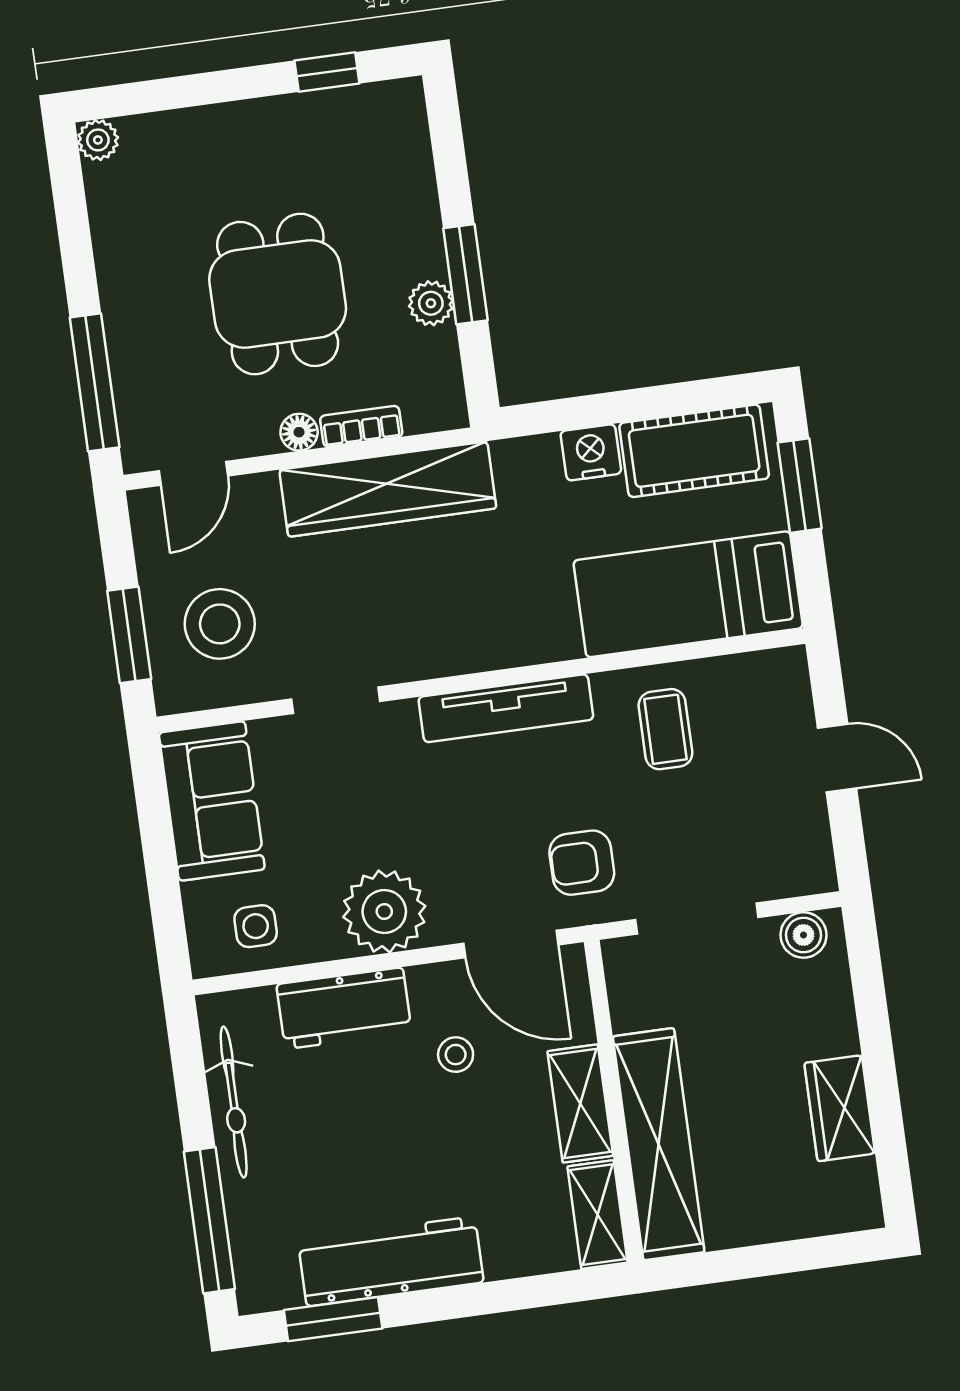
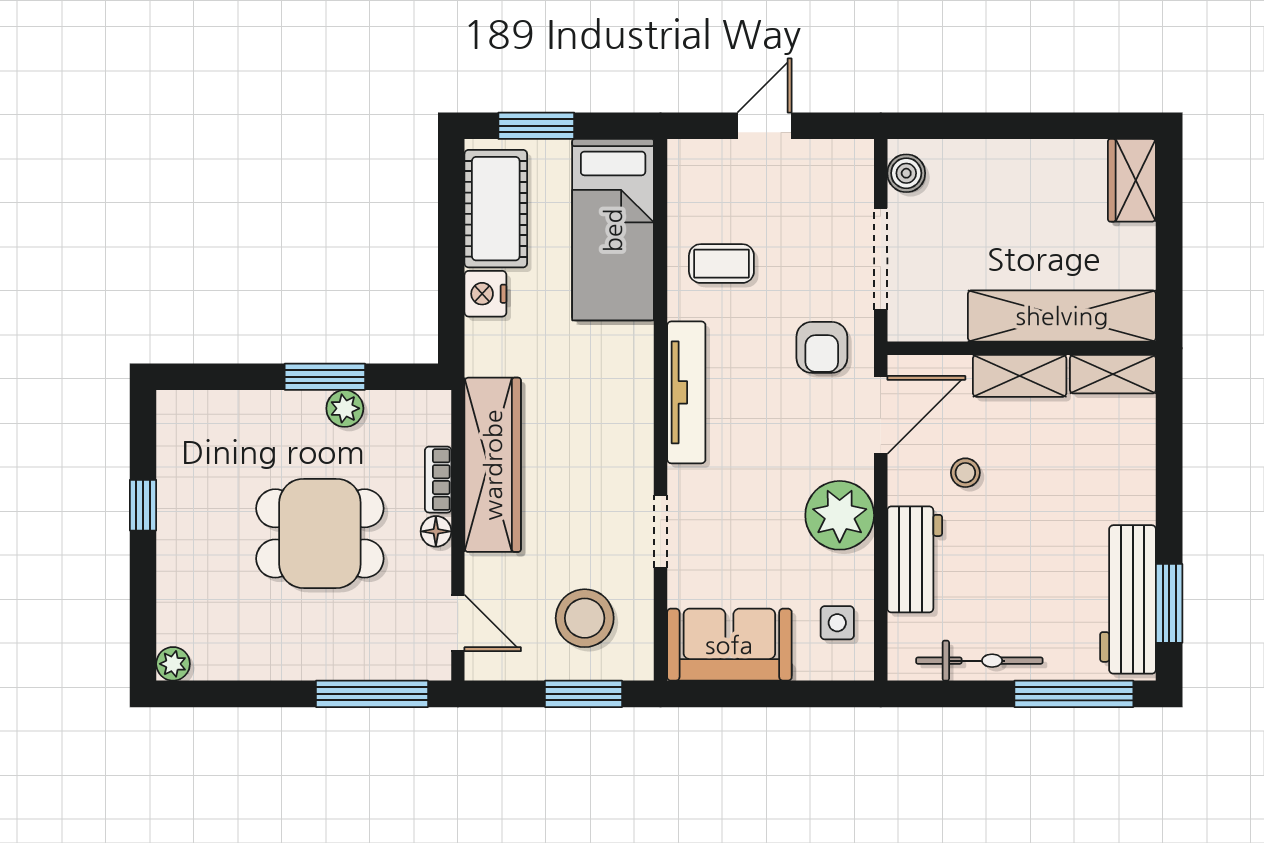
window: (327, 72) -> (143, 505), moved
wardrobe: (840, 1108) -> (1132, 180), moved, turned 90
workbench: (391, 1261) -> (1128, 599), moved

